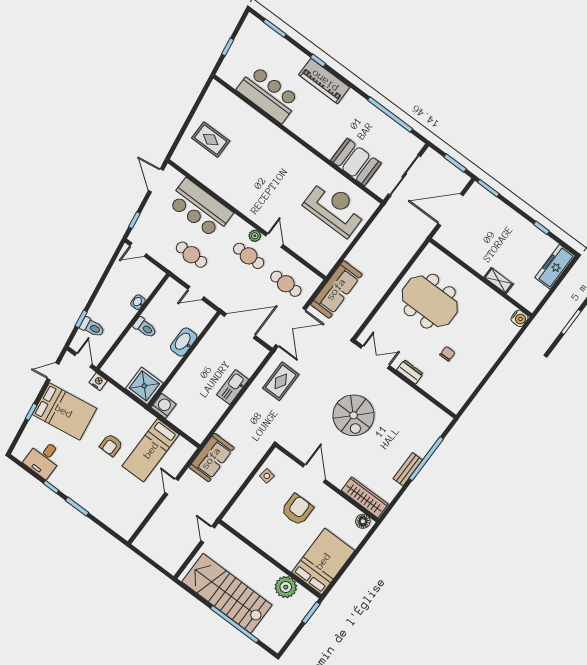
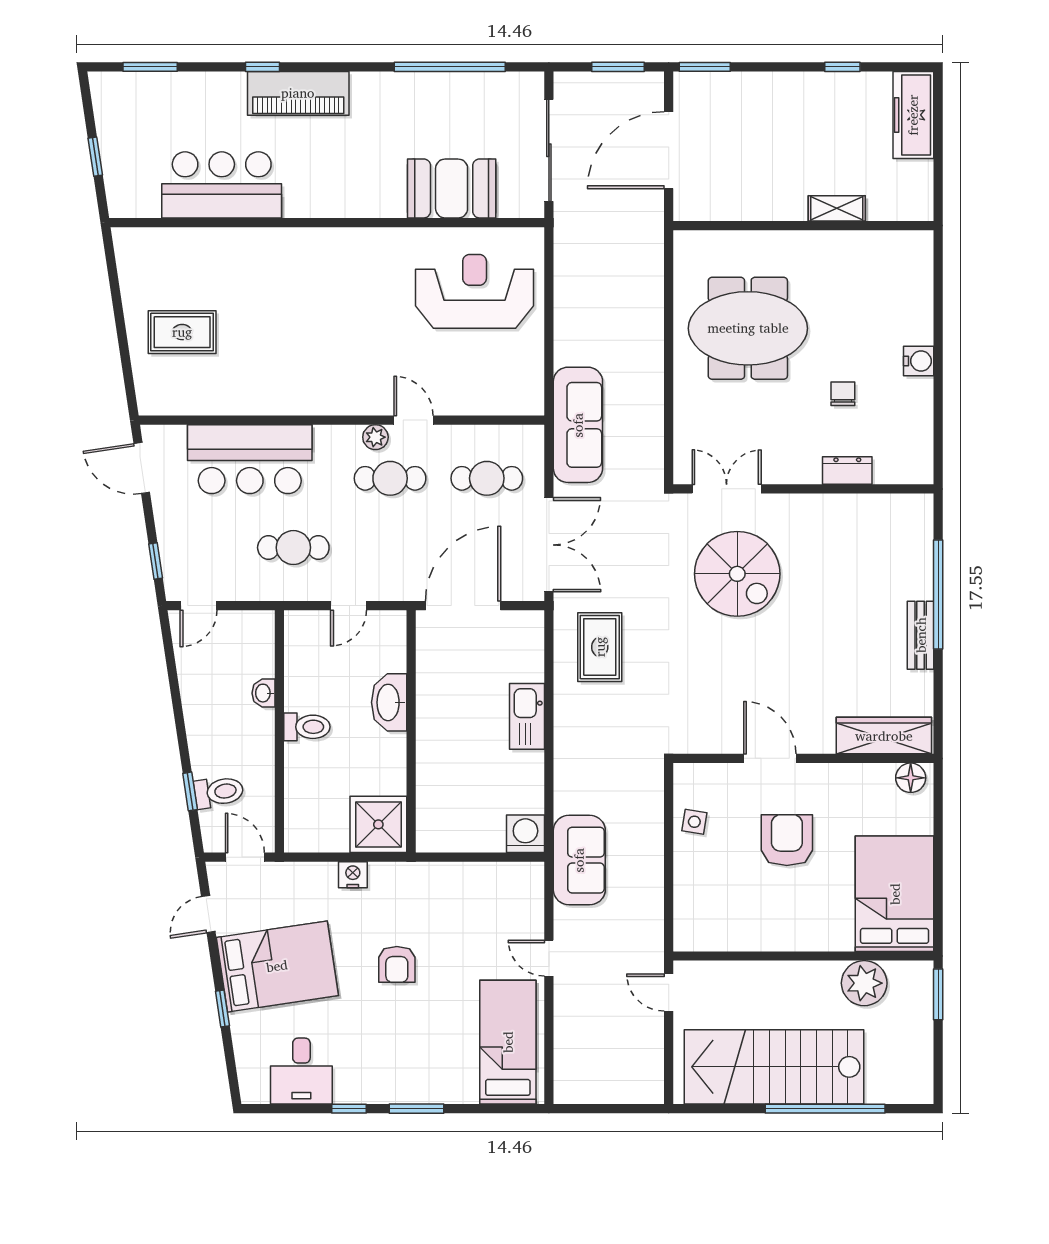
water cooler: (520, 318) -> (919, 361), moved
dresser: (410, 372) -> (847, 471), moved
nightstand: (98, 382) -> (353, 875), moved
washing machine: (164, 406) -> (525, 834), moved
spiral stairs: (353, 415) -> (737, 574), moved
bed: (151, 450) -> (508, 1042), moved, turned 180

